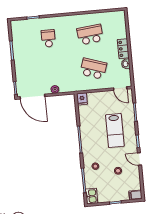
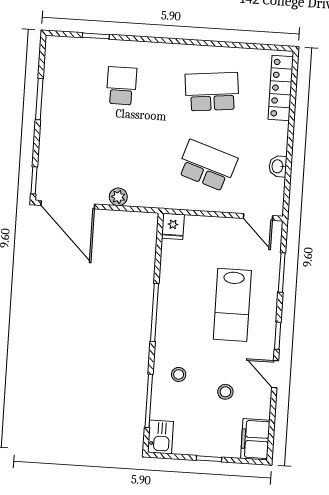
locker: (123, 49) -> (281, 88), moved, width x1.53
filing cabinet: (136, 195) -> (255, 439), width x2.00

